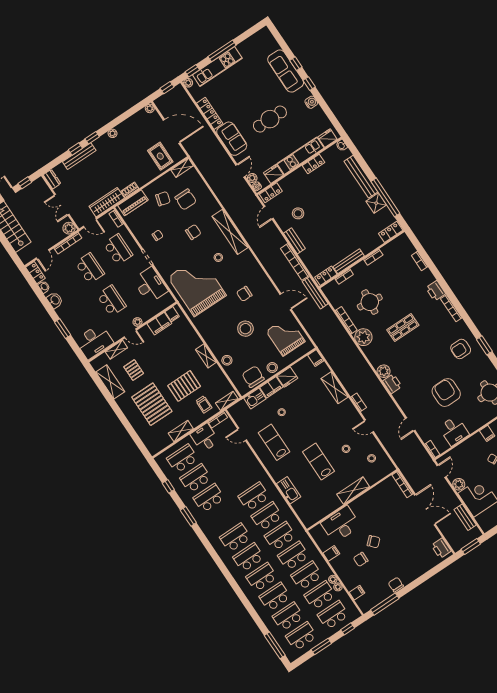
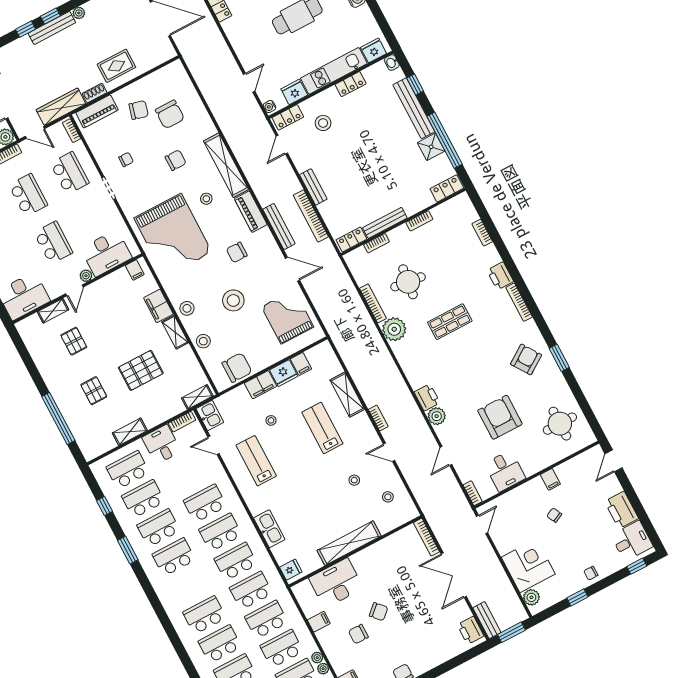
sofa: (232, 139) -> (242, 38), removed
bench: (79, 156) -> (52, 28), moved
rug: (160, 156) -> (116, 66), moved, turned 90
window: (360, 159) -> (415, 85), added
shelving: (182, 168) -> (170, 70), removed
plant: (252, 178) -> (264, 94), removed
stool: (298, 213) -> (323, 123), moved
piano: (251, 263) -> (251, 212), added
desk: (150, 285) -> (106, 253), moved, turned 90
grand piano: (197, 286) -> (173, 235), turned 180
bench: (315, 293) -> (279, 226), moved
filing cabinet: (159, 324) -> (158, 306), moved, turned 90
door: (130, 333) -> (74, 290), hinge flipped
armchair: (461, 349) -> (526, 359), turned 146
filing cabinet: (316, 358) -> (301, 364), moved
stool: (272, 368) -> (187, 308), moved
plant: (384, 371) -> (437, 416), moved
chair: (253, 377) -> (237, 368), turned 88
shelving: (110, 382) -> (40, 354), removed
kitchen sink: (255, 398) -> (210, 416), moved, turned -90
pallet: (152, 404) -> (94, 391), width x0.49, depth x0.50
trolley: (204, 404) -> (165, 398), removed
window: (128, 427) -> (58, 418), added
lab bench: (319, 461) -> (322, 428), moved
school desk: (240, 477) -> (205, 503), added
plant: (459, 484) -> (531, 597), moved
shelving: (353, 490) -> (349, 543), width x1.47
double door: (425, 510) -> (454, 575), swing flipped
bench: (465, 517) -> (487, 620), moved
fridge: (307, 518) -> (291, 570), added
school desk: (235, 538) -> (174, 557), moved

